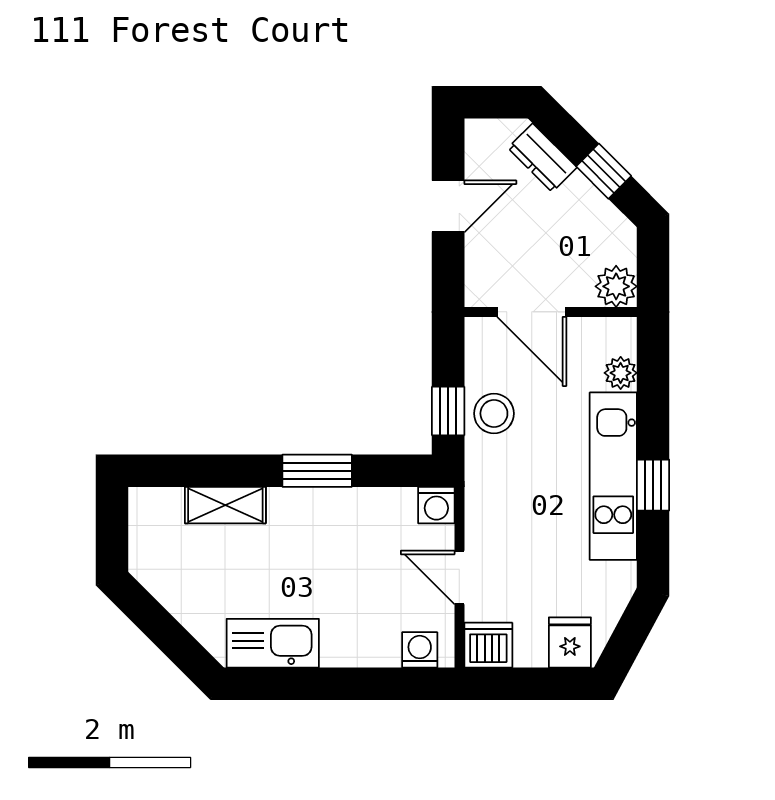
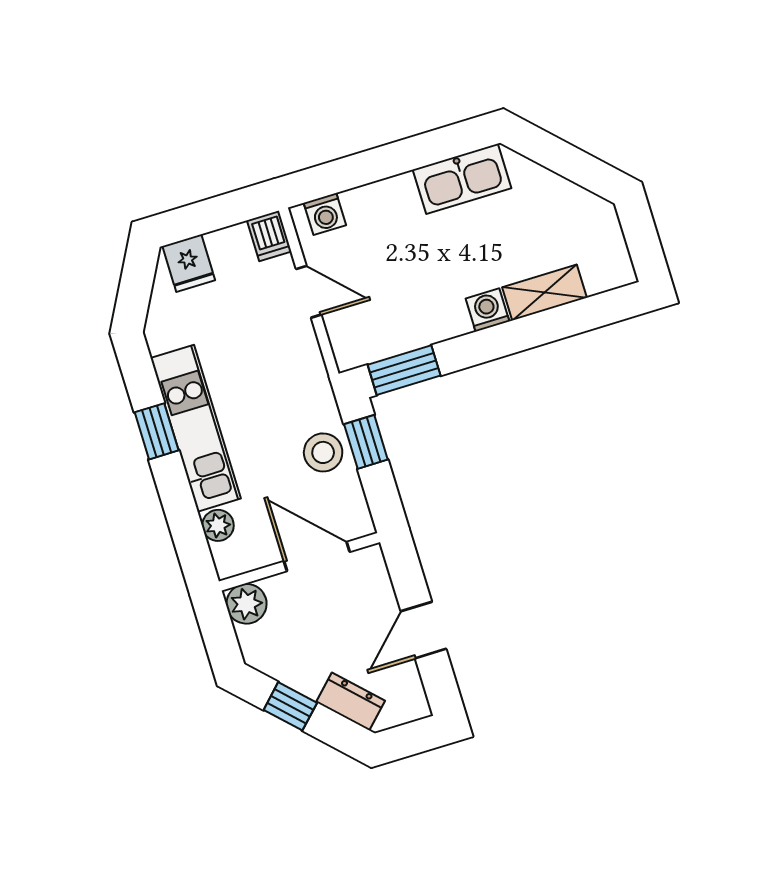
window: (317, 471) -> (404, 370), moved
washing machine: (436, 505) -> (487, 310), moved
dishwasher: (488, 645) -> (269, 236), width x0.73

